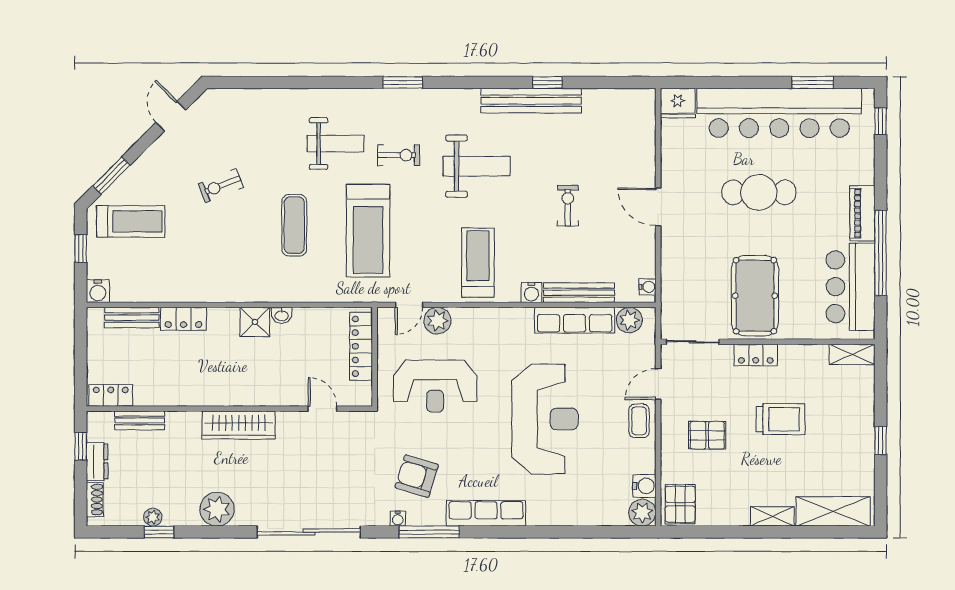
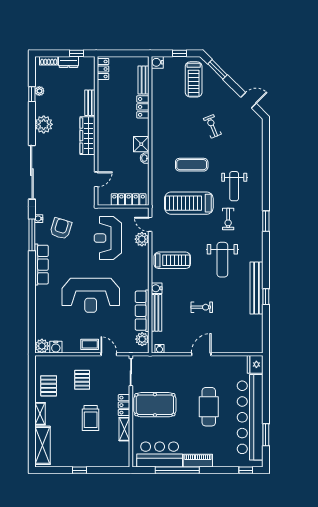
shelving: (852, 354) -> (124, 429), moved
bench: (140, 420) -> (90, 103), moved
pallet: (680, 504) -> (49, 386), moved, turned 90

